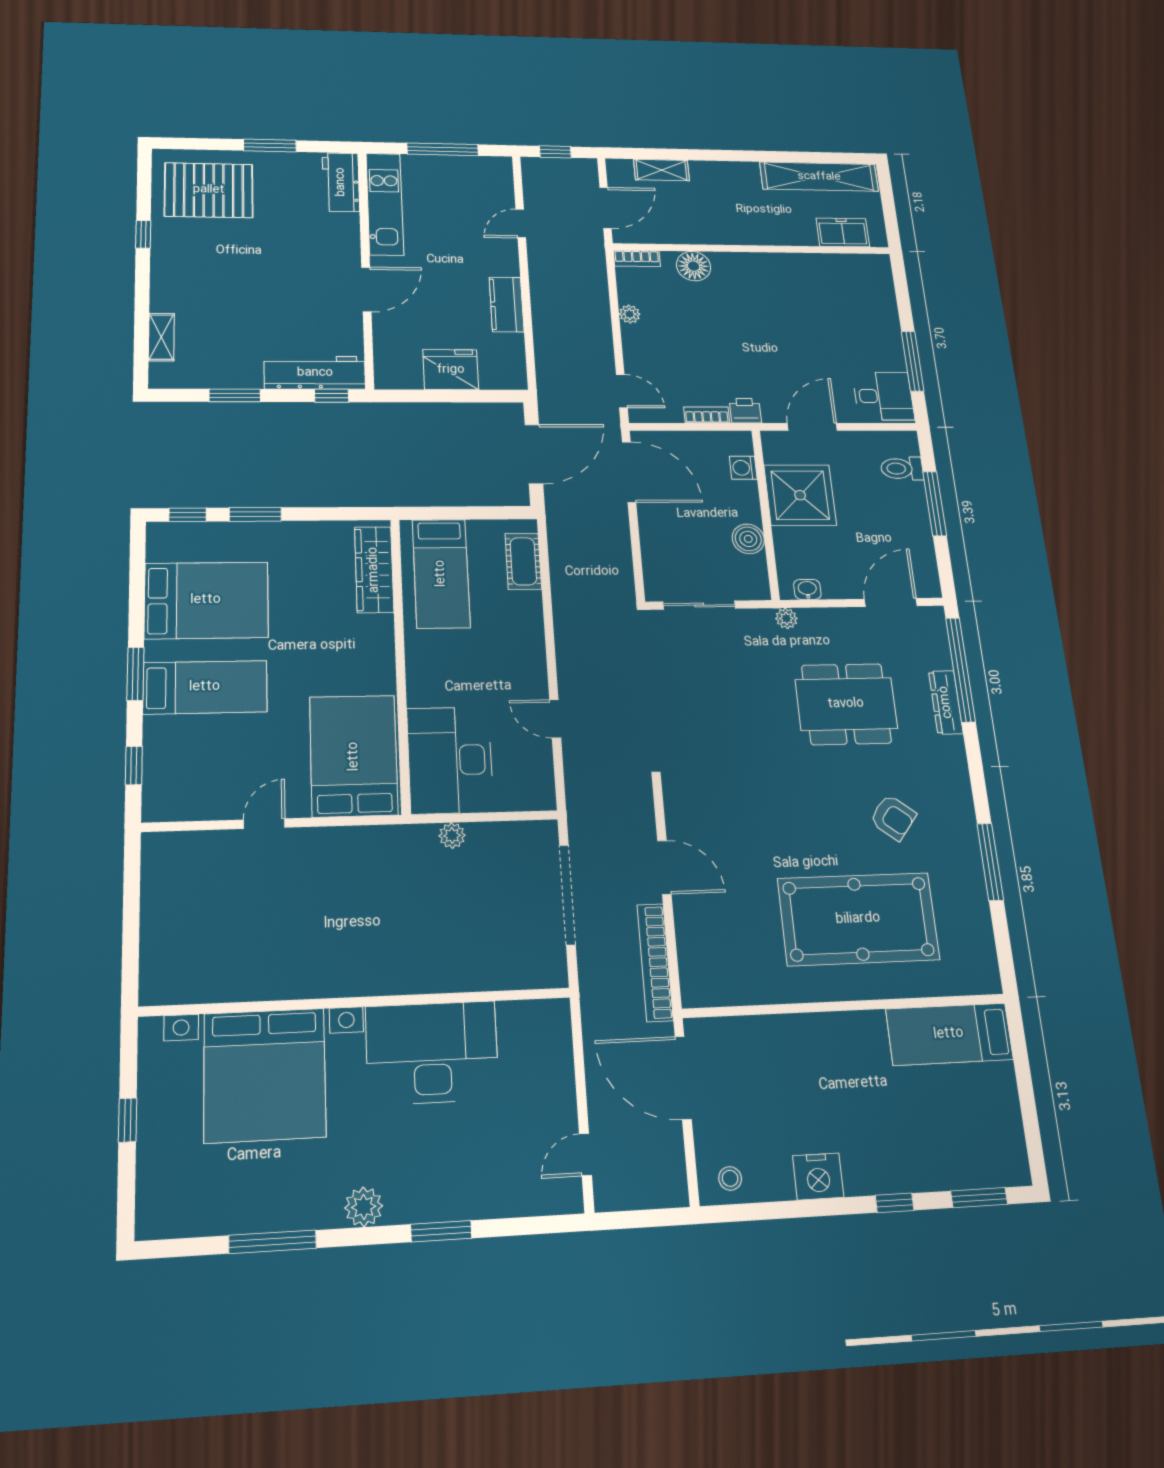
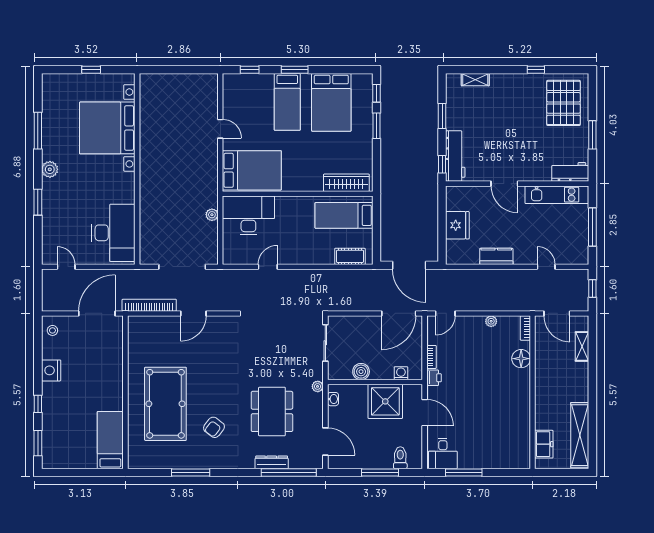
desk: (432, 1053) -> (113, 233), moved

